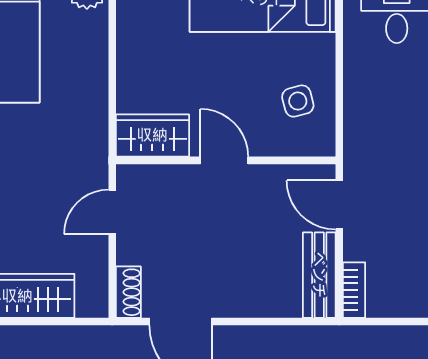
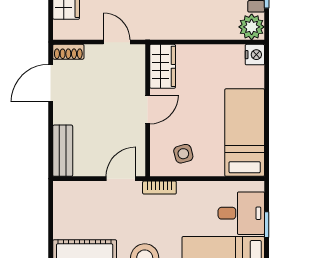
bench: (319, 275) -> (63, 151), moved, turned 90
bookcase: (354, 290) -> (159, 188), moved

